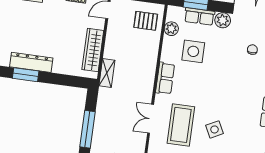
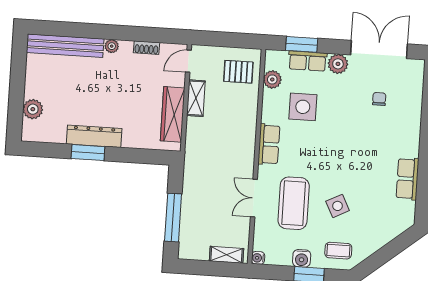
shelving: (107, 73) -> (196, 98), moved

